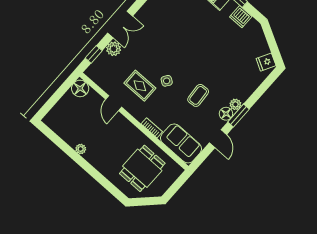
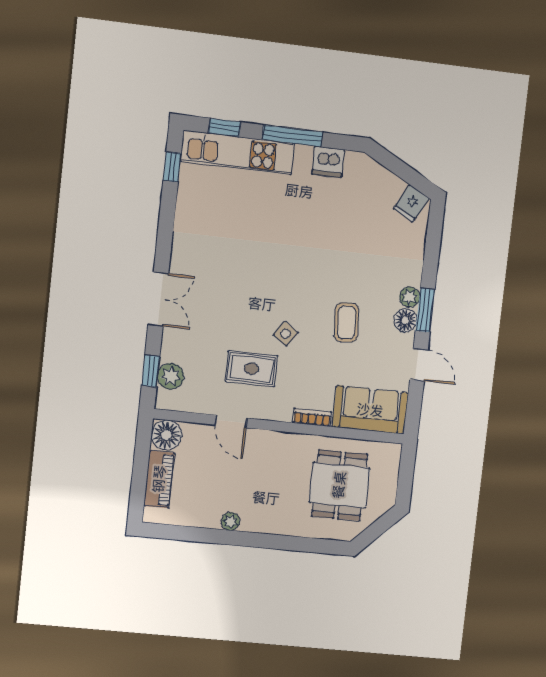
plant: (114, 49) -> (171, 376), moved
piano: (62, 106) -> (159, 479), added

